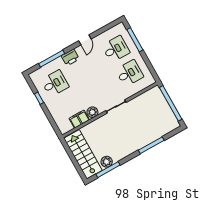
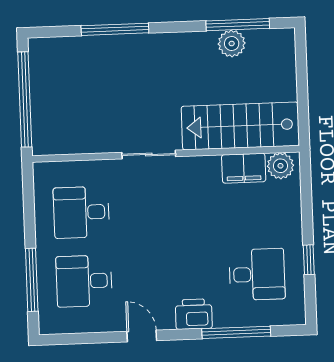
door: (85, 40) -> (142, 336), hinge flipped
desk: (55, 83) -> (257, 274), turned 180
plant: (92, 112) -> (280, 166), moved
stairs: (83, 154) -> (240, 126), moved, turned 90

